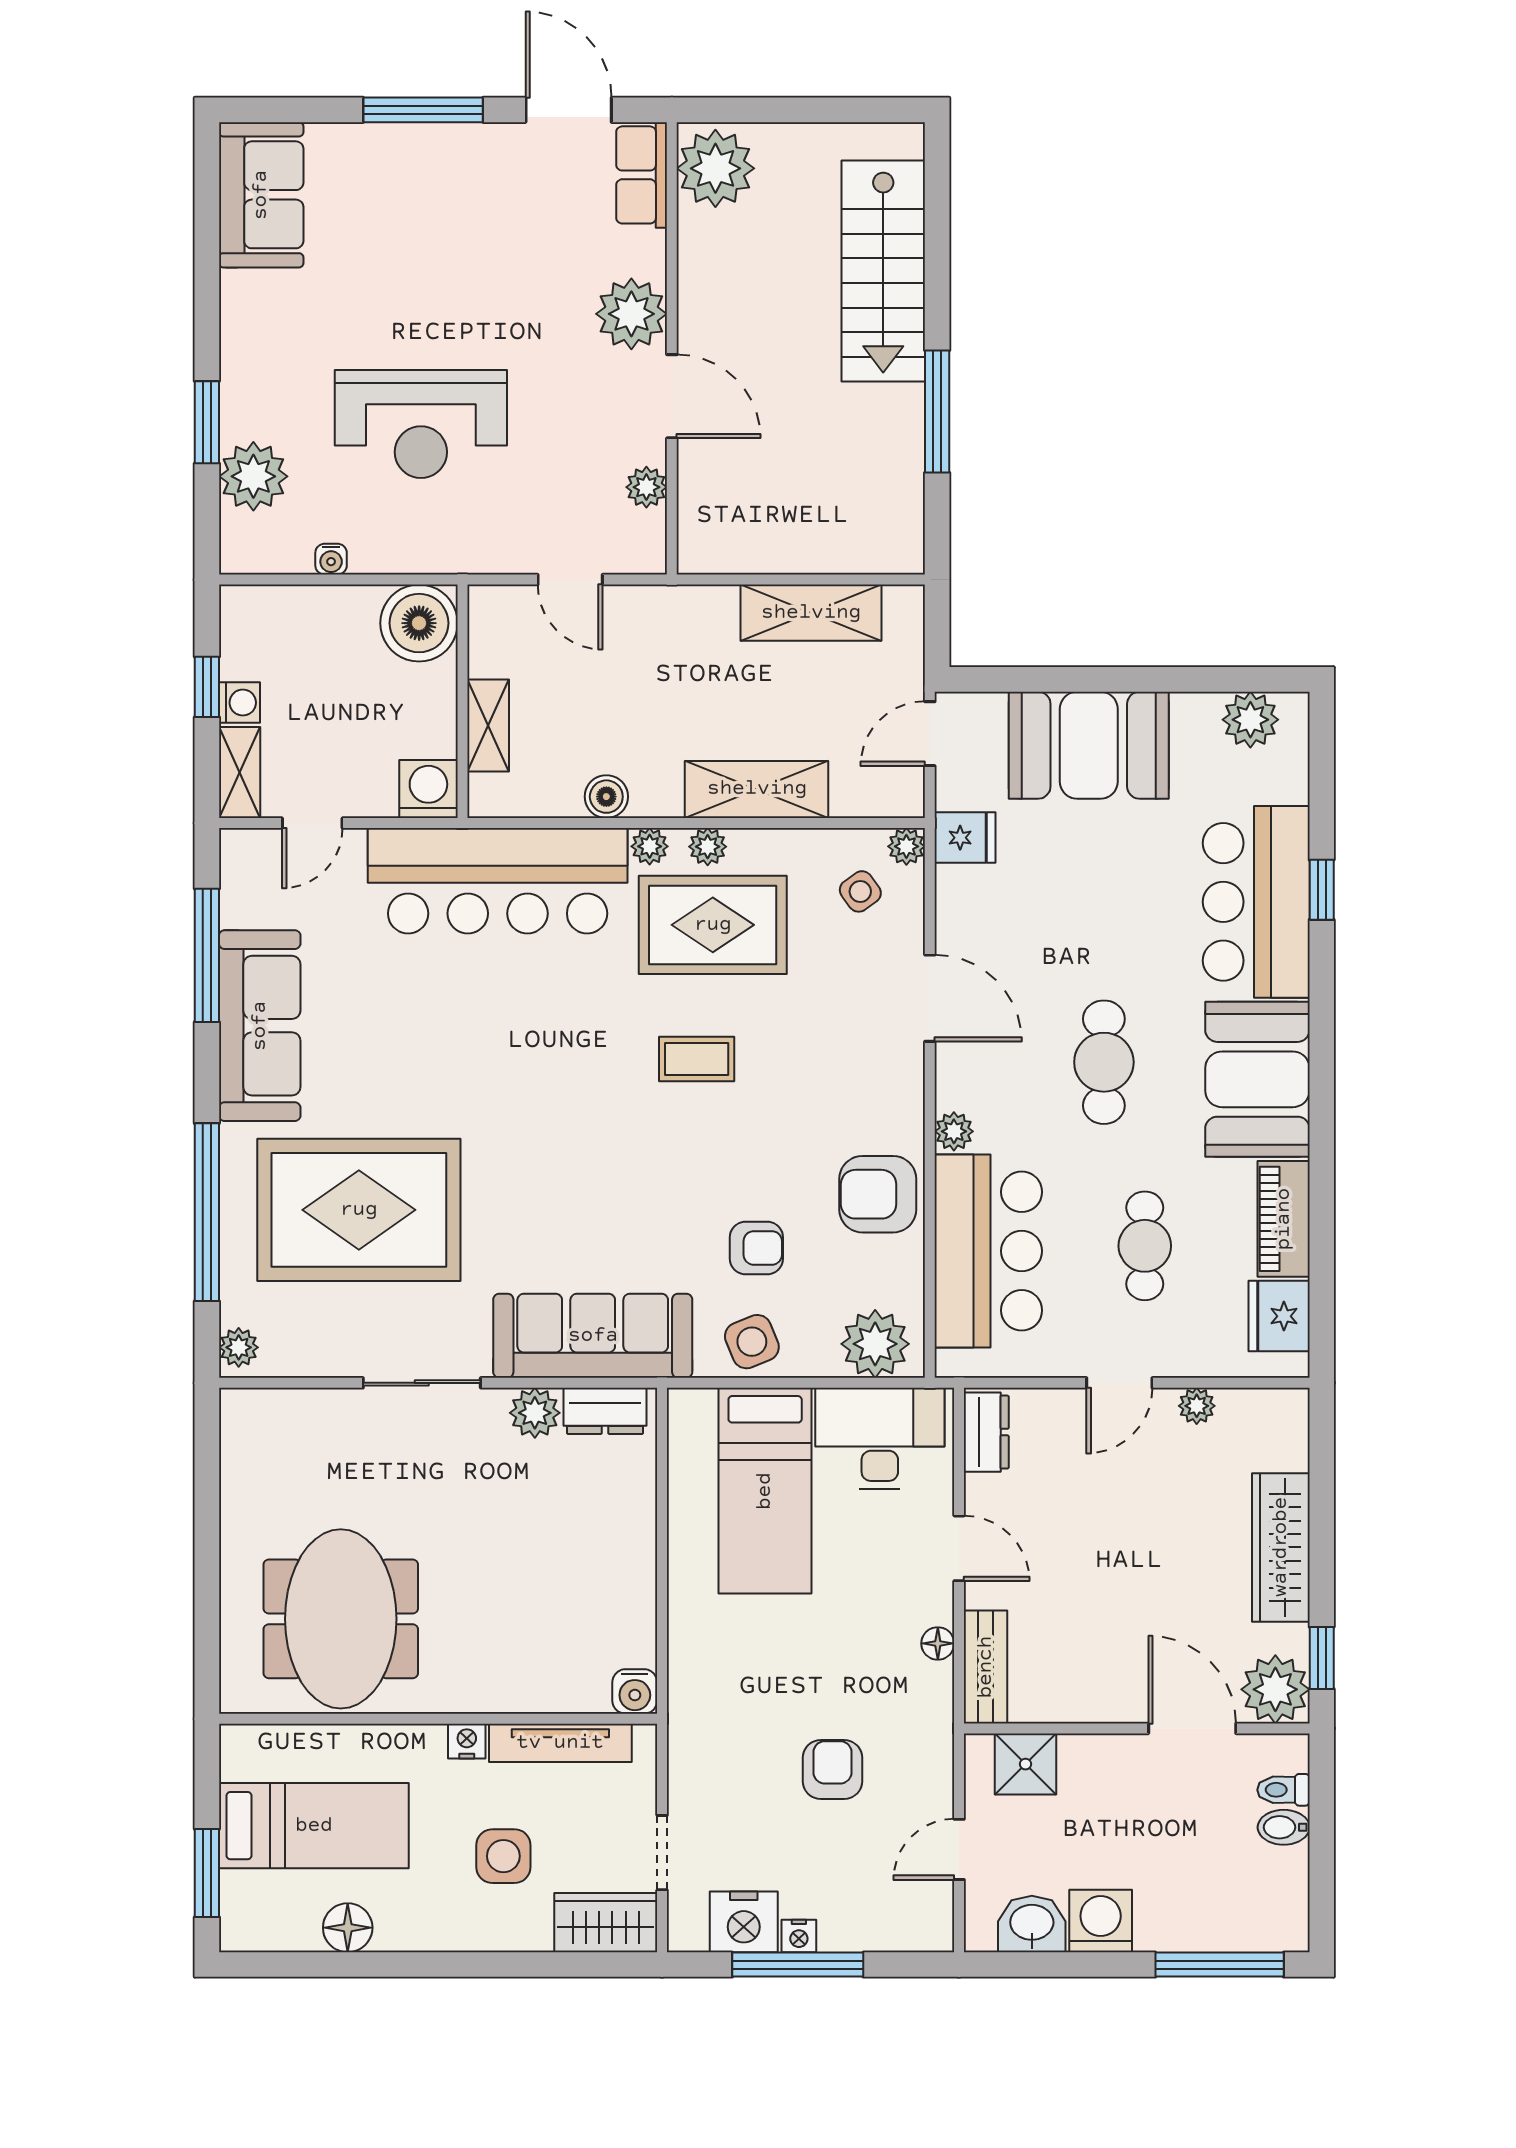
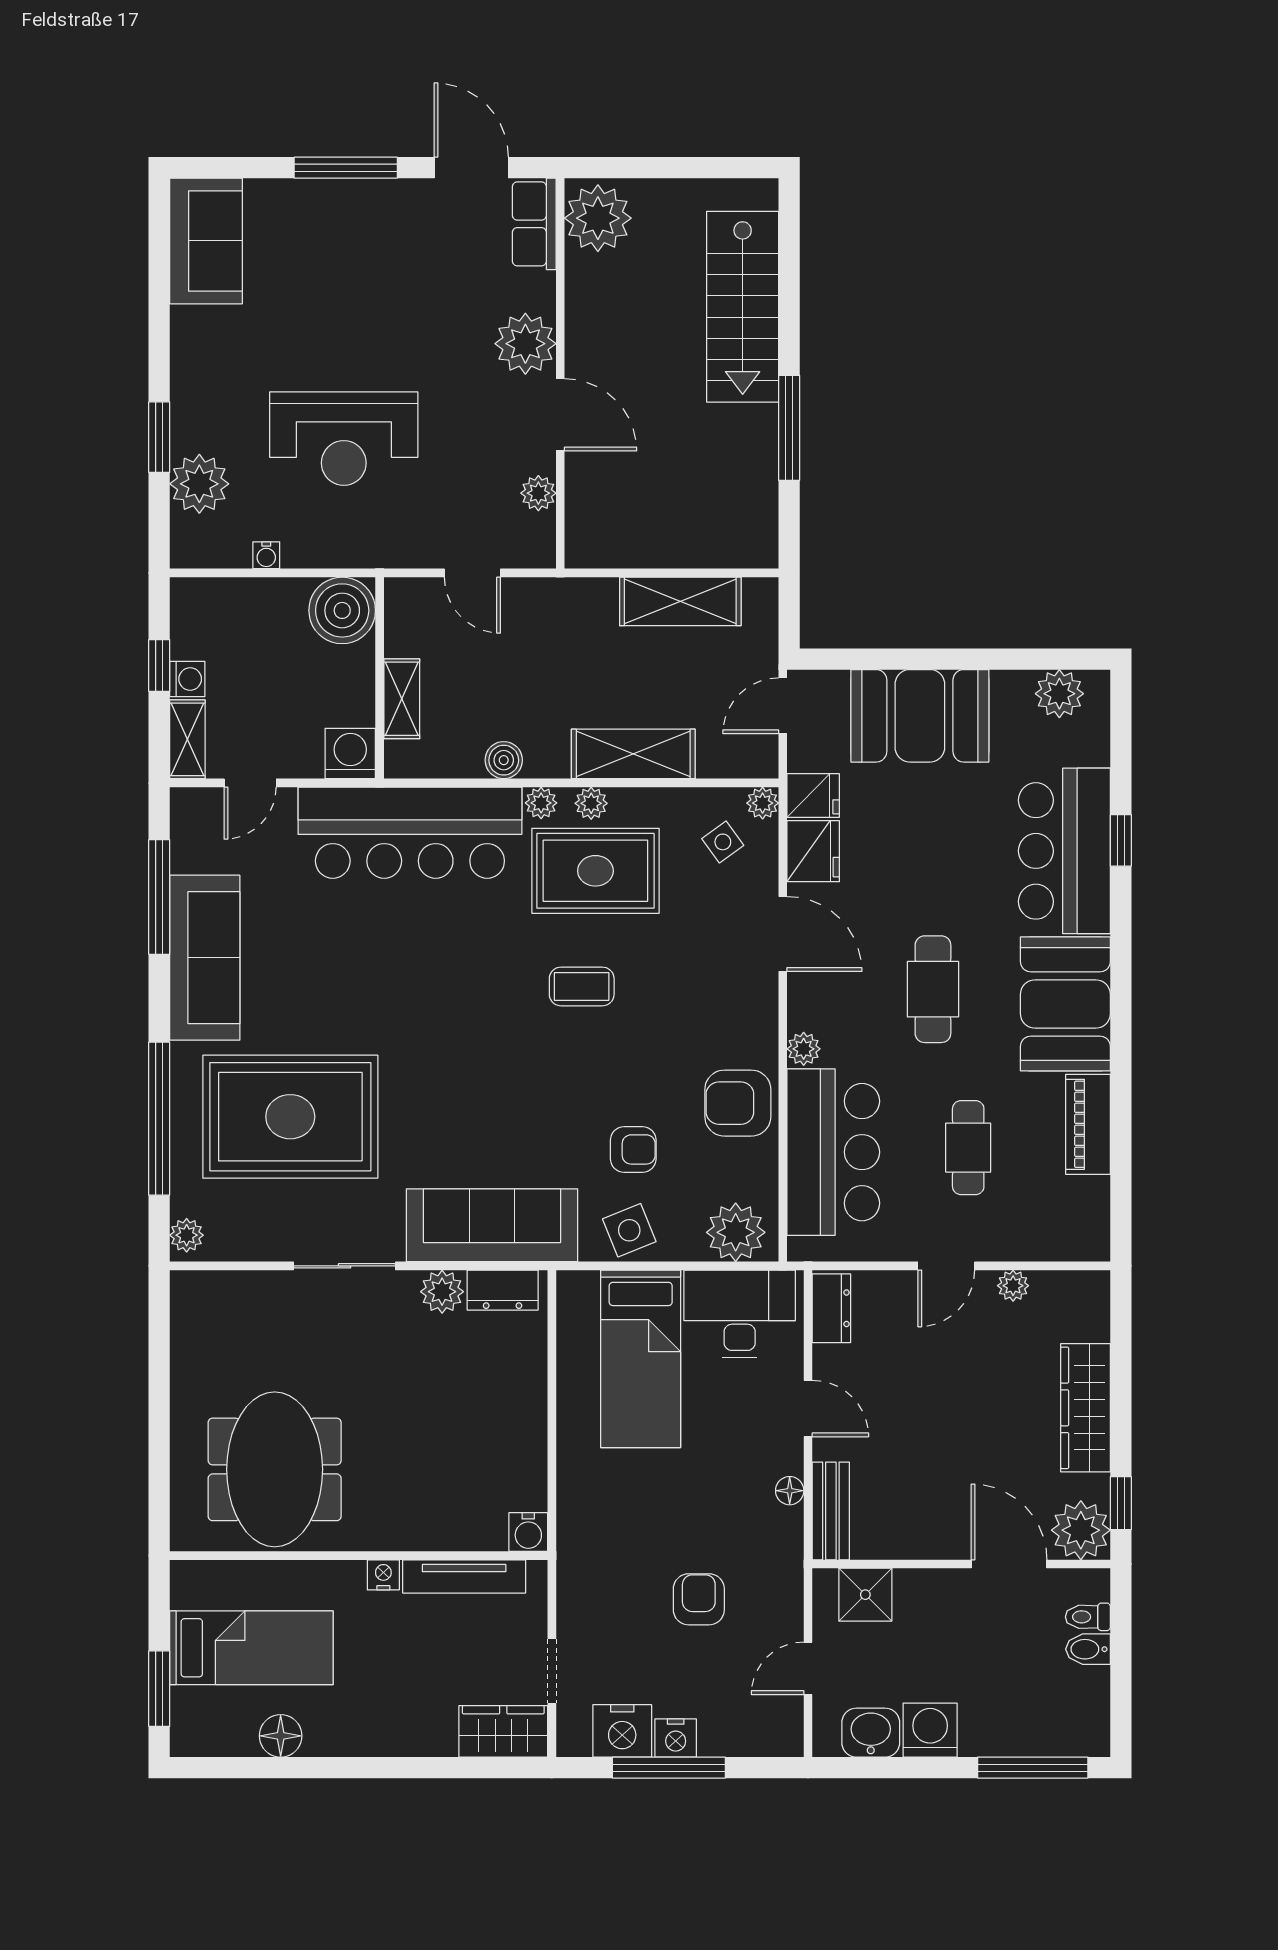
fridge: (1279, 1316) -> (813, 851), moved, turned 180
side table: (503, 1856) -> (415, 1674), removed
nightstand: (799, 1936) -> (676, 1738), width x1.39, depth x1.35

